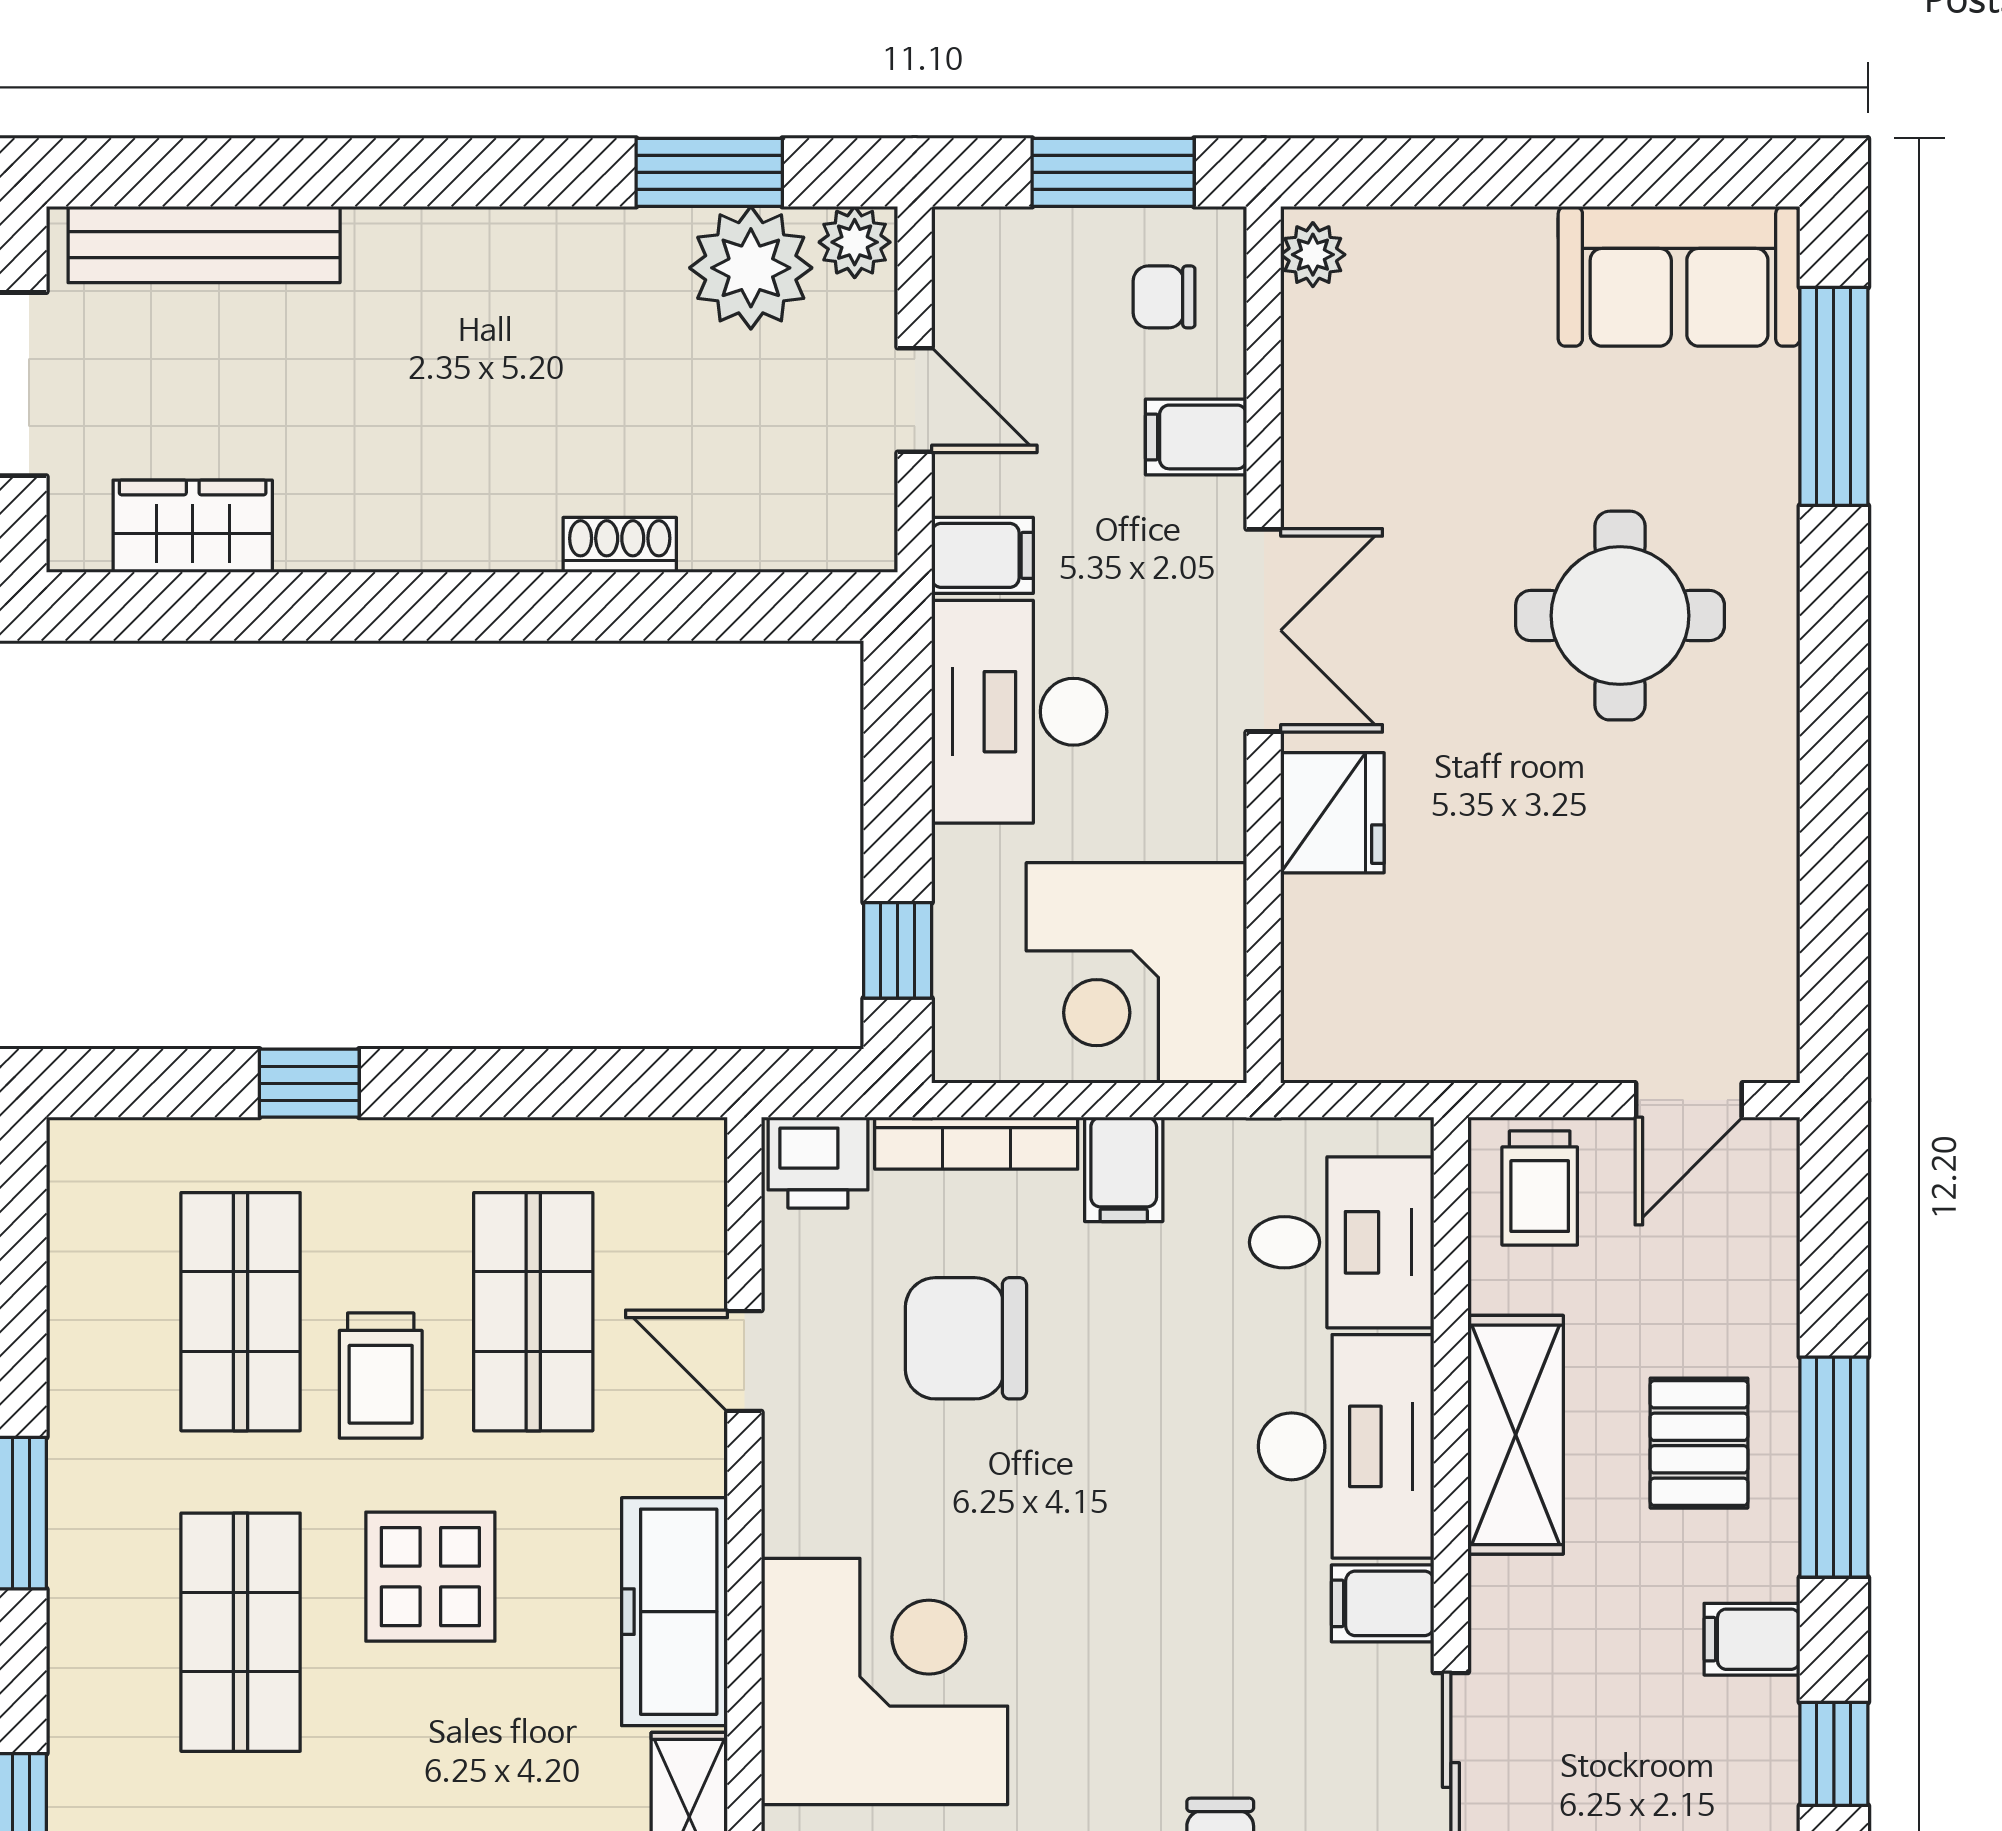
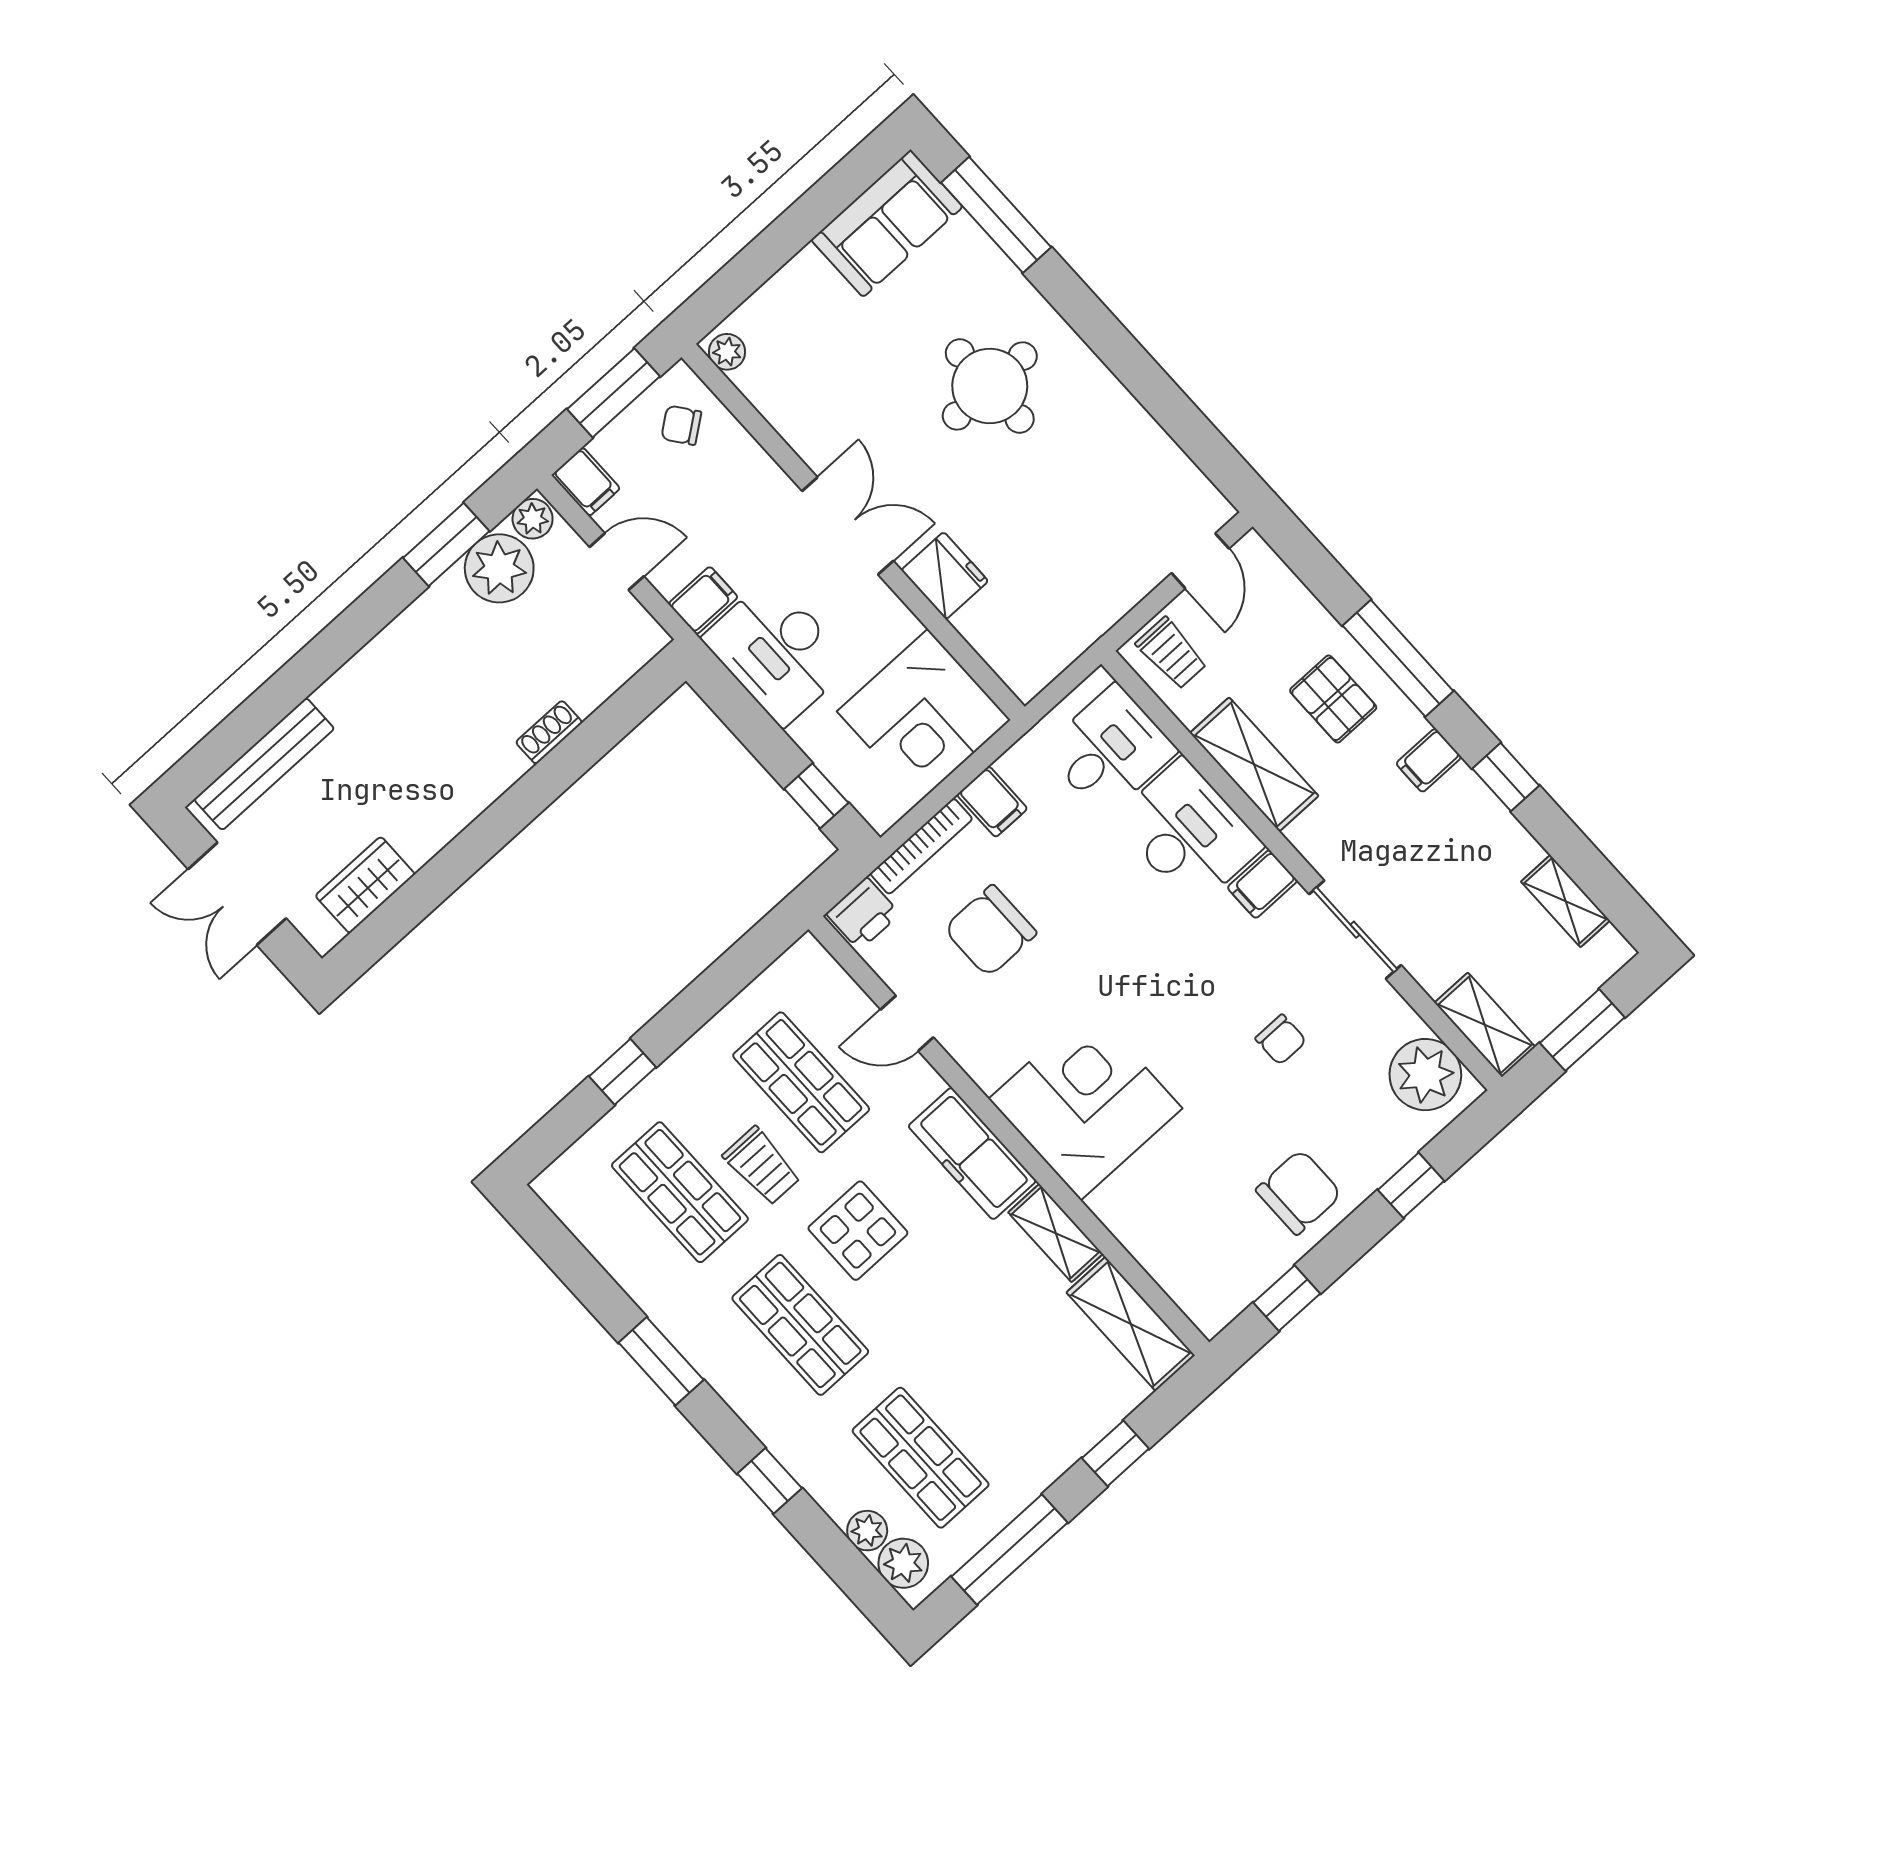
chair: (1164, 297) -> (681, 425), turned 53
filing cabinet: (1196, 437) -> (586, 482), moved, turned -90

